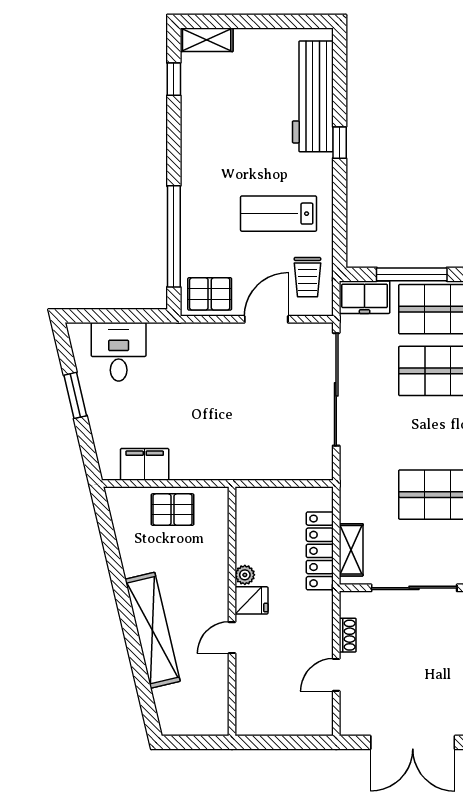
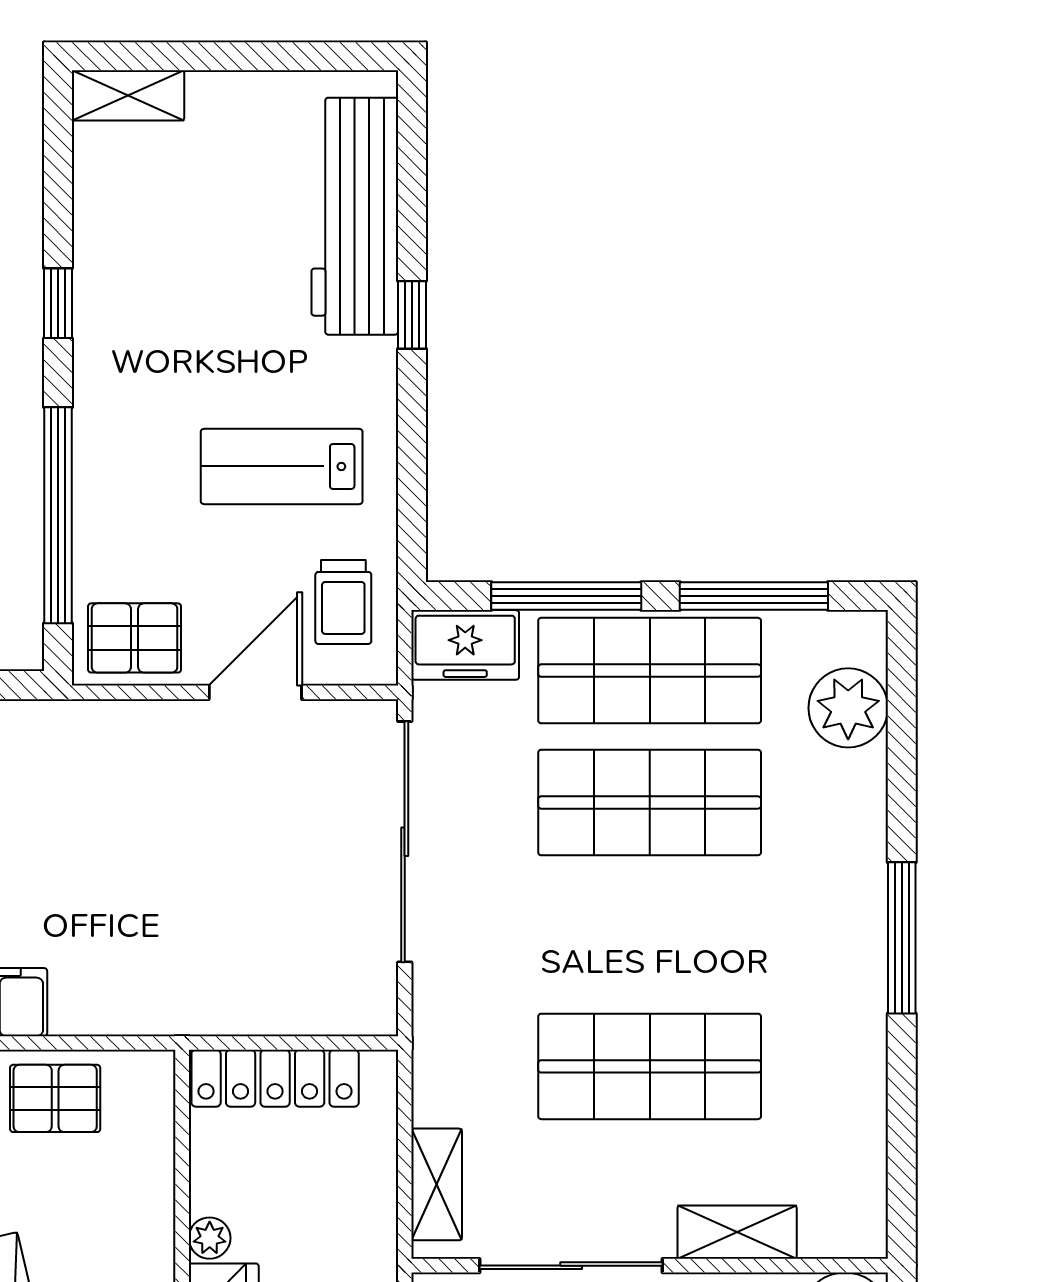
window: (174, 79) -> (58, 303), moved
locker: (320, 551) -> (275, 1078), moved, turned -90

